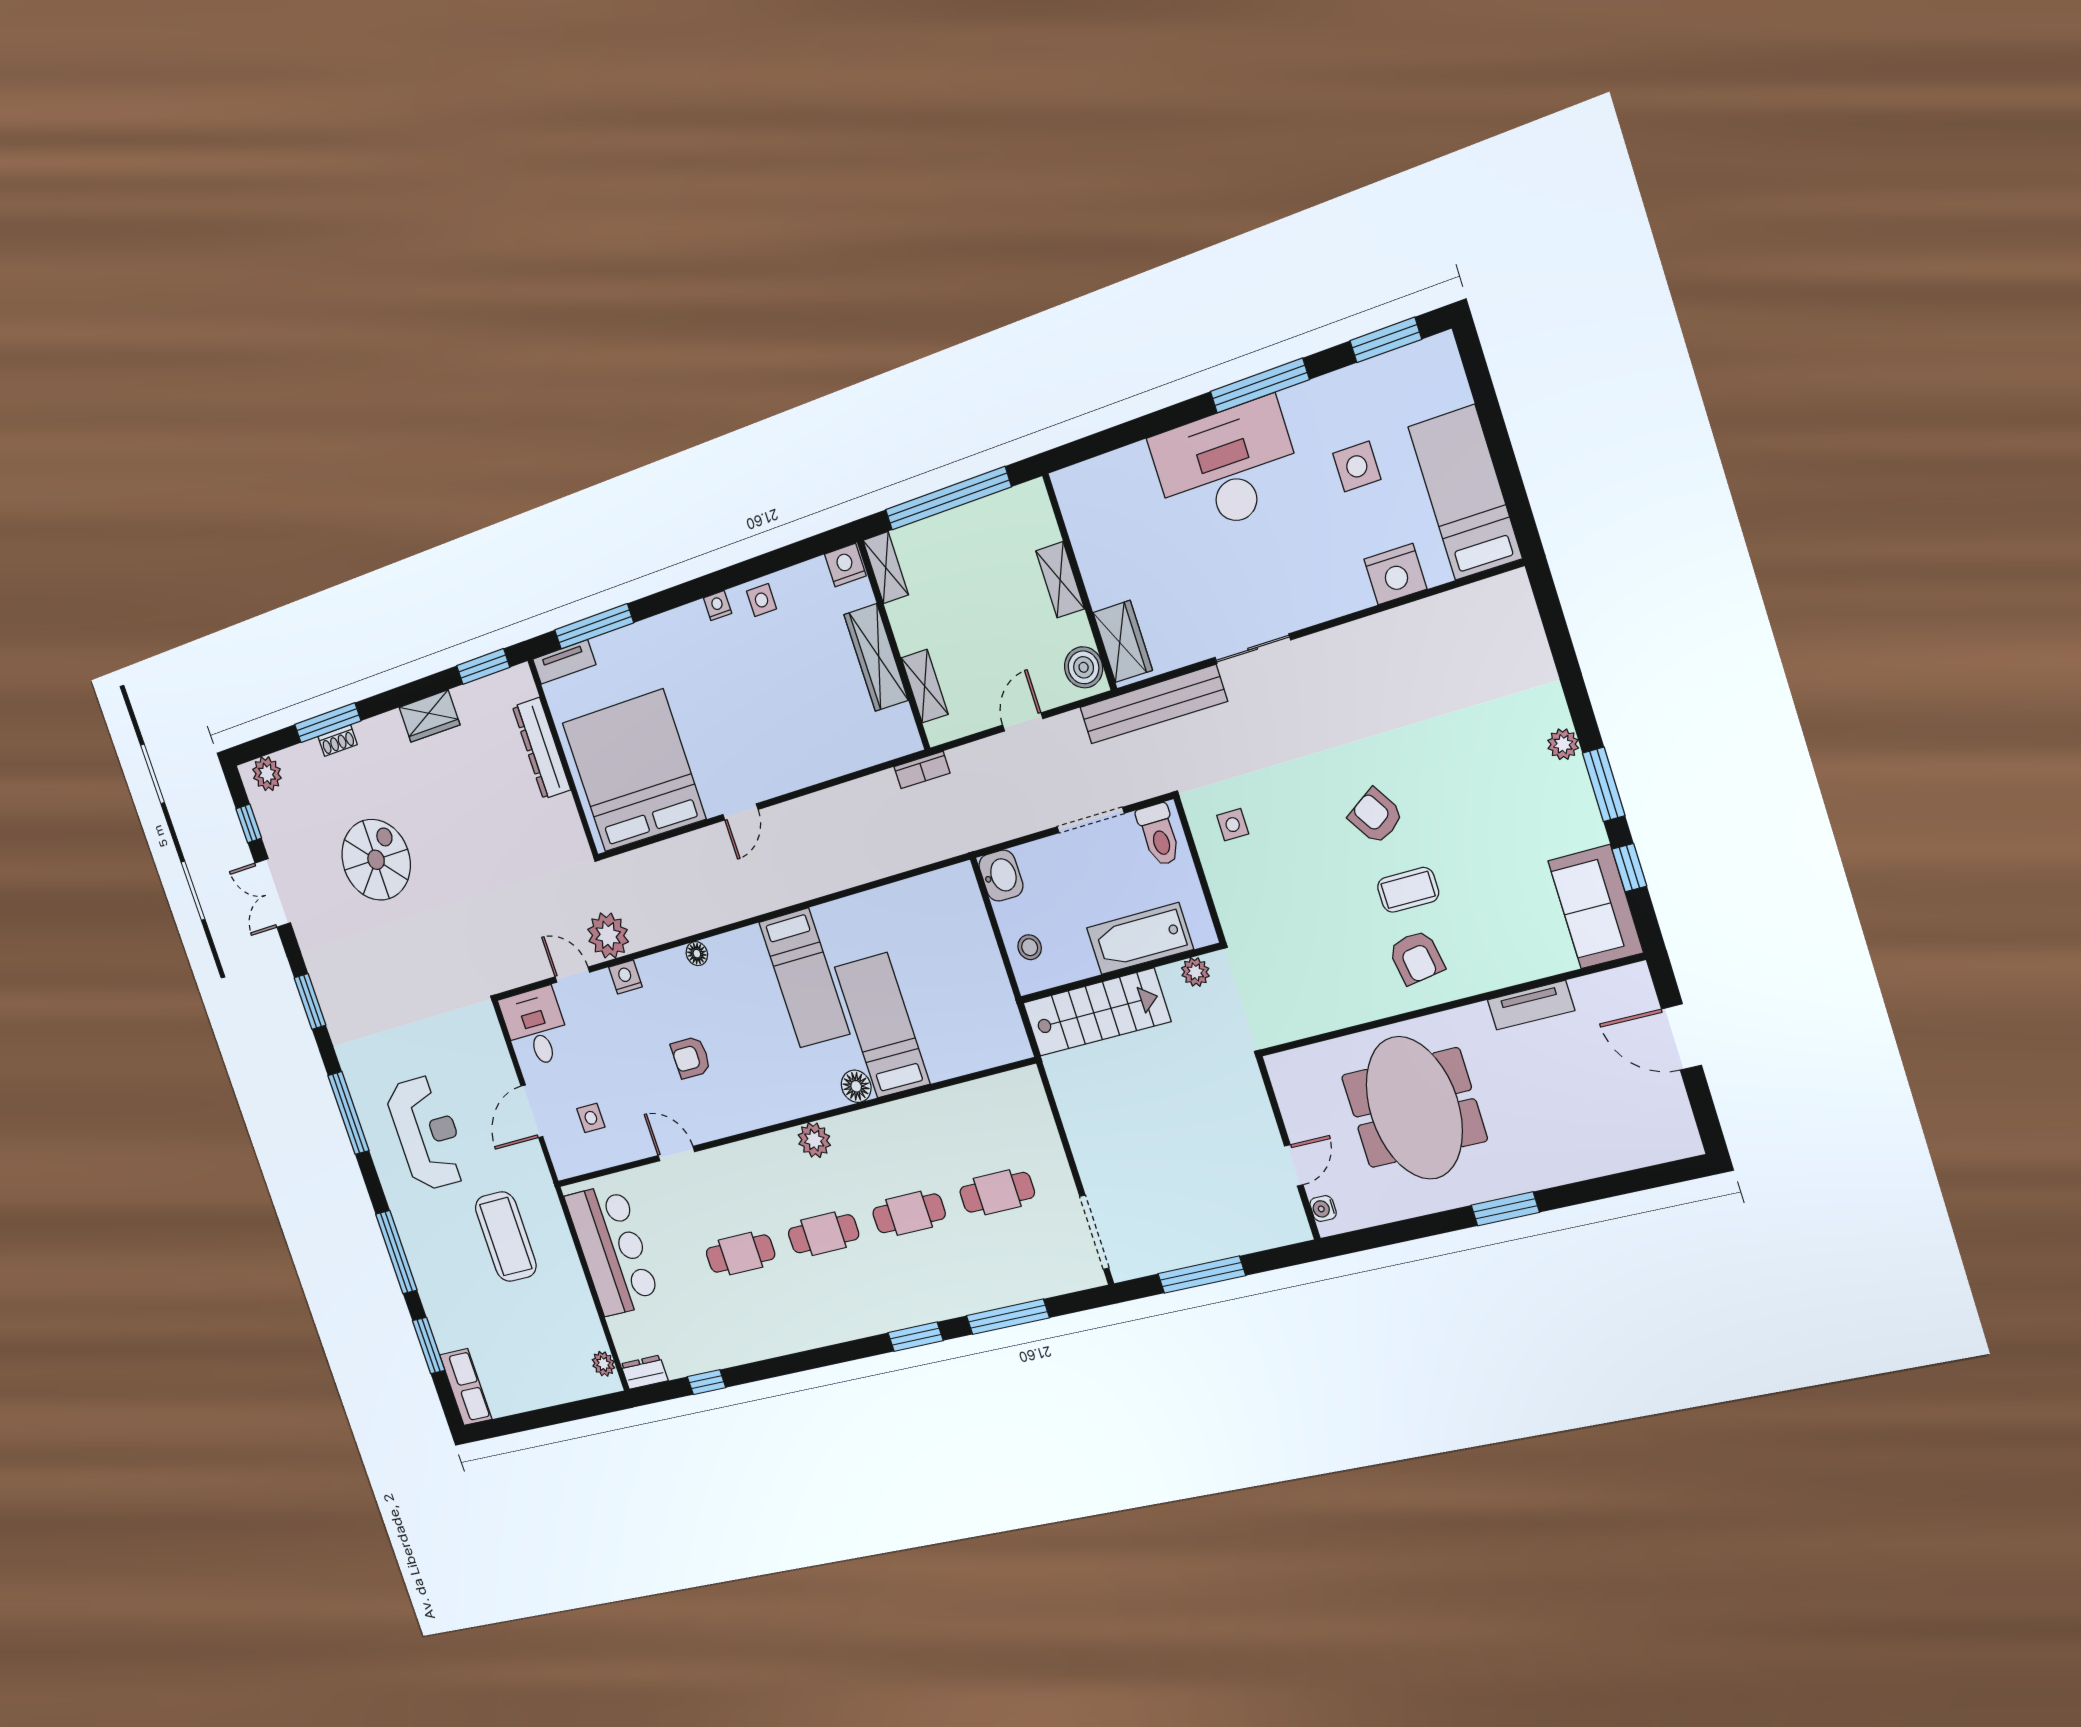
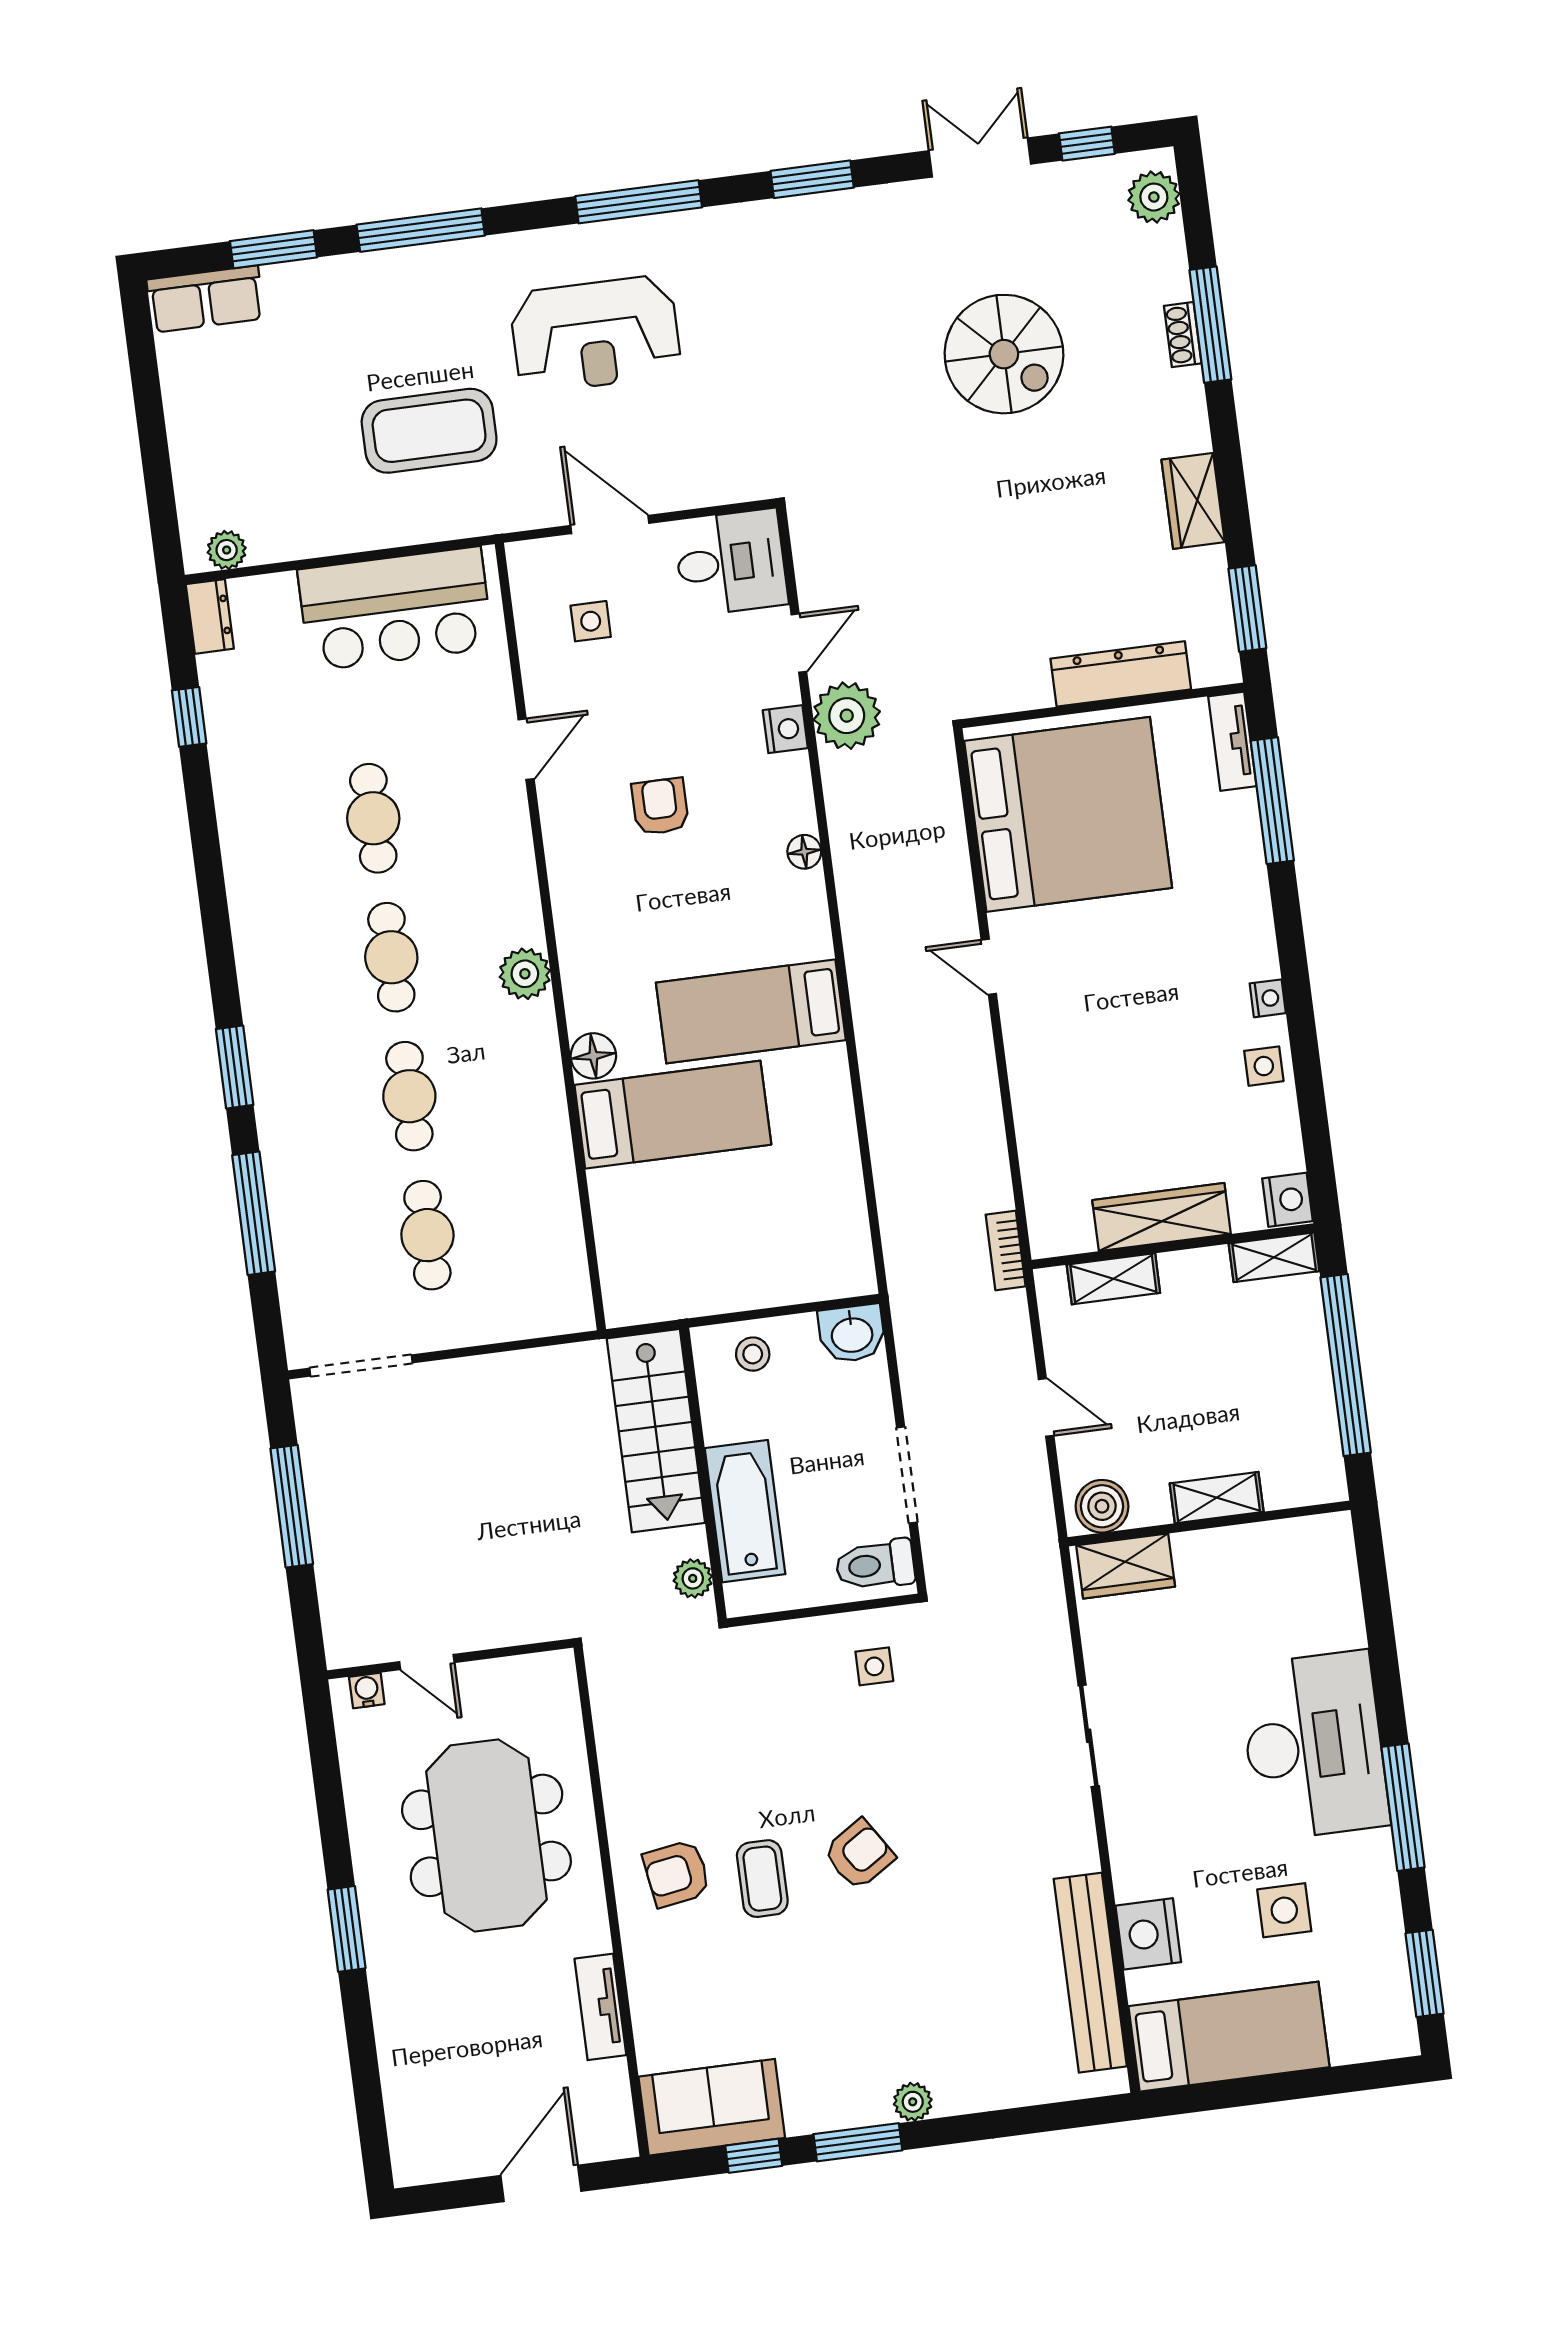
bench: (1153, 704) -> (1090, 1973), moved
meeting table: (1414, 1108) -> (486, 1835), turned 90

